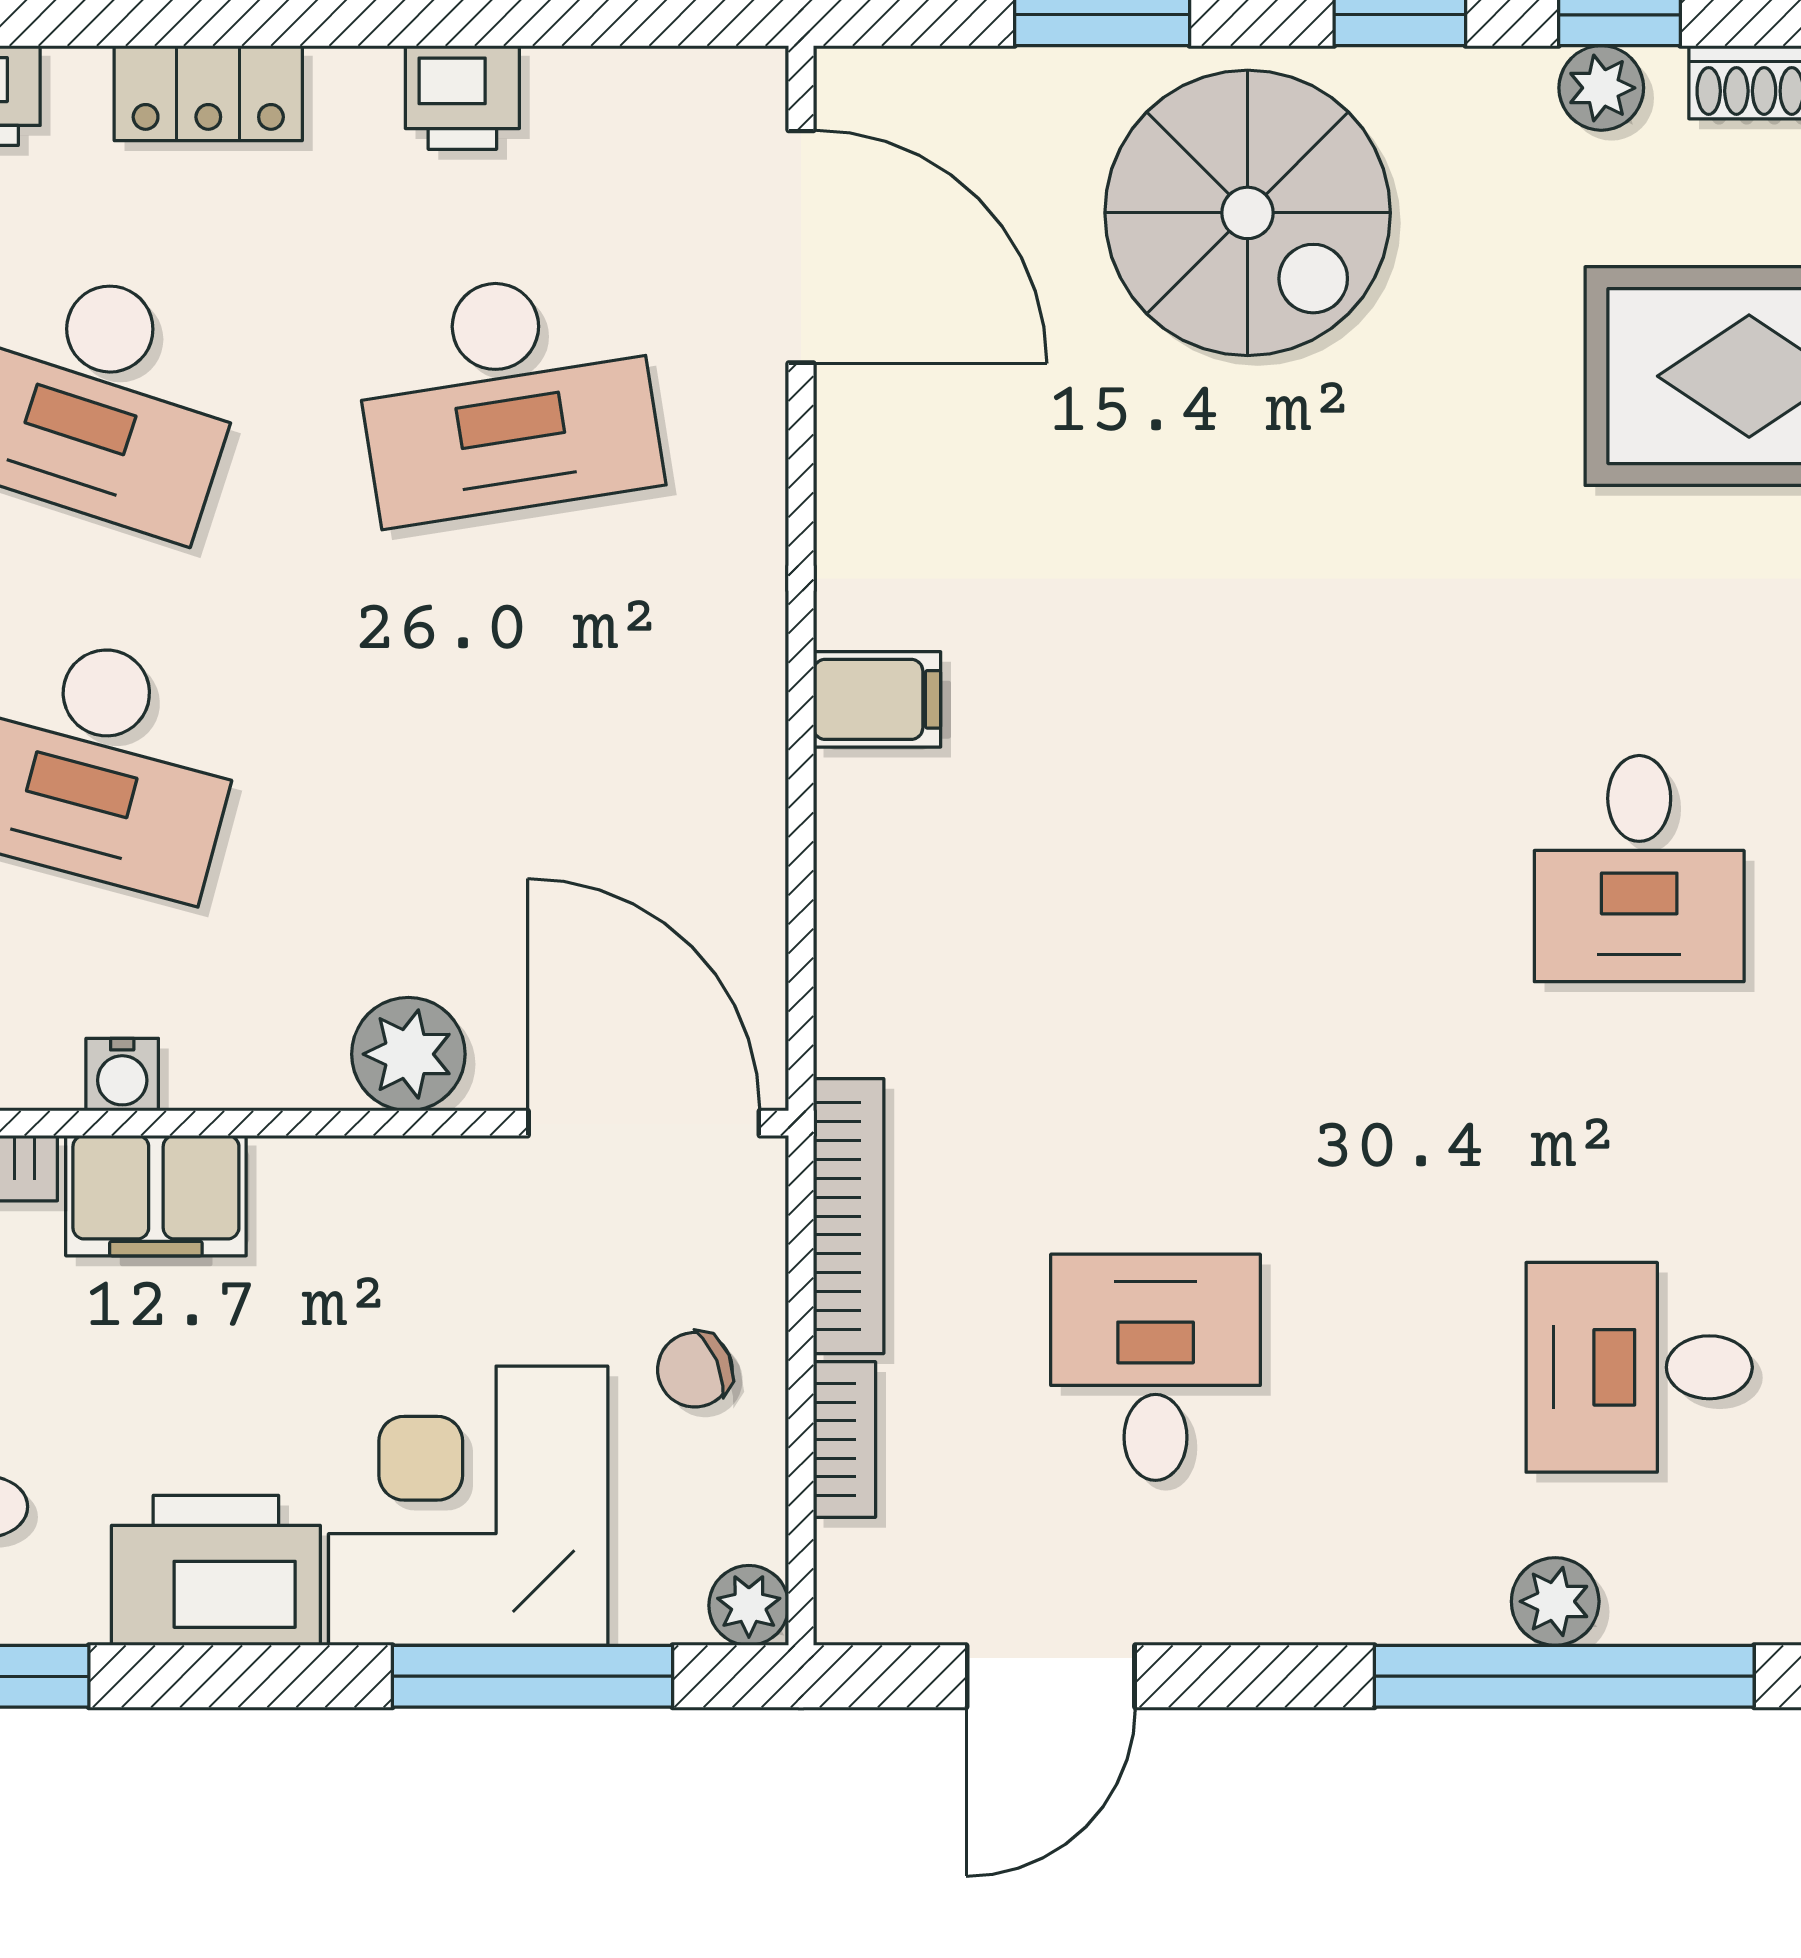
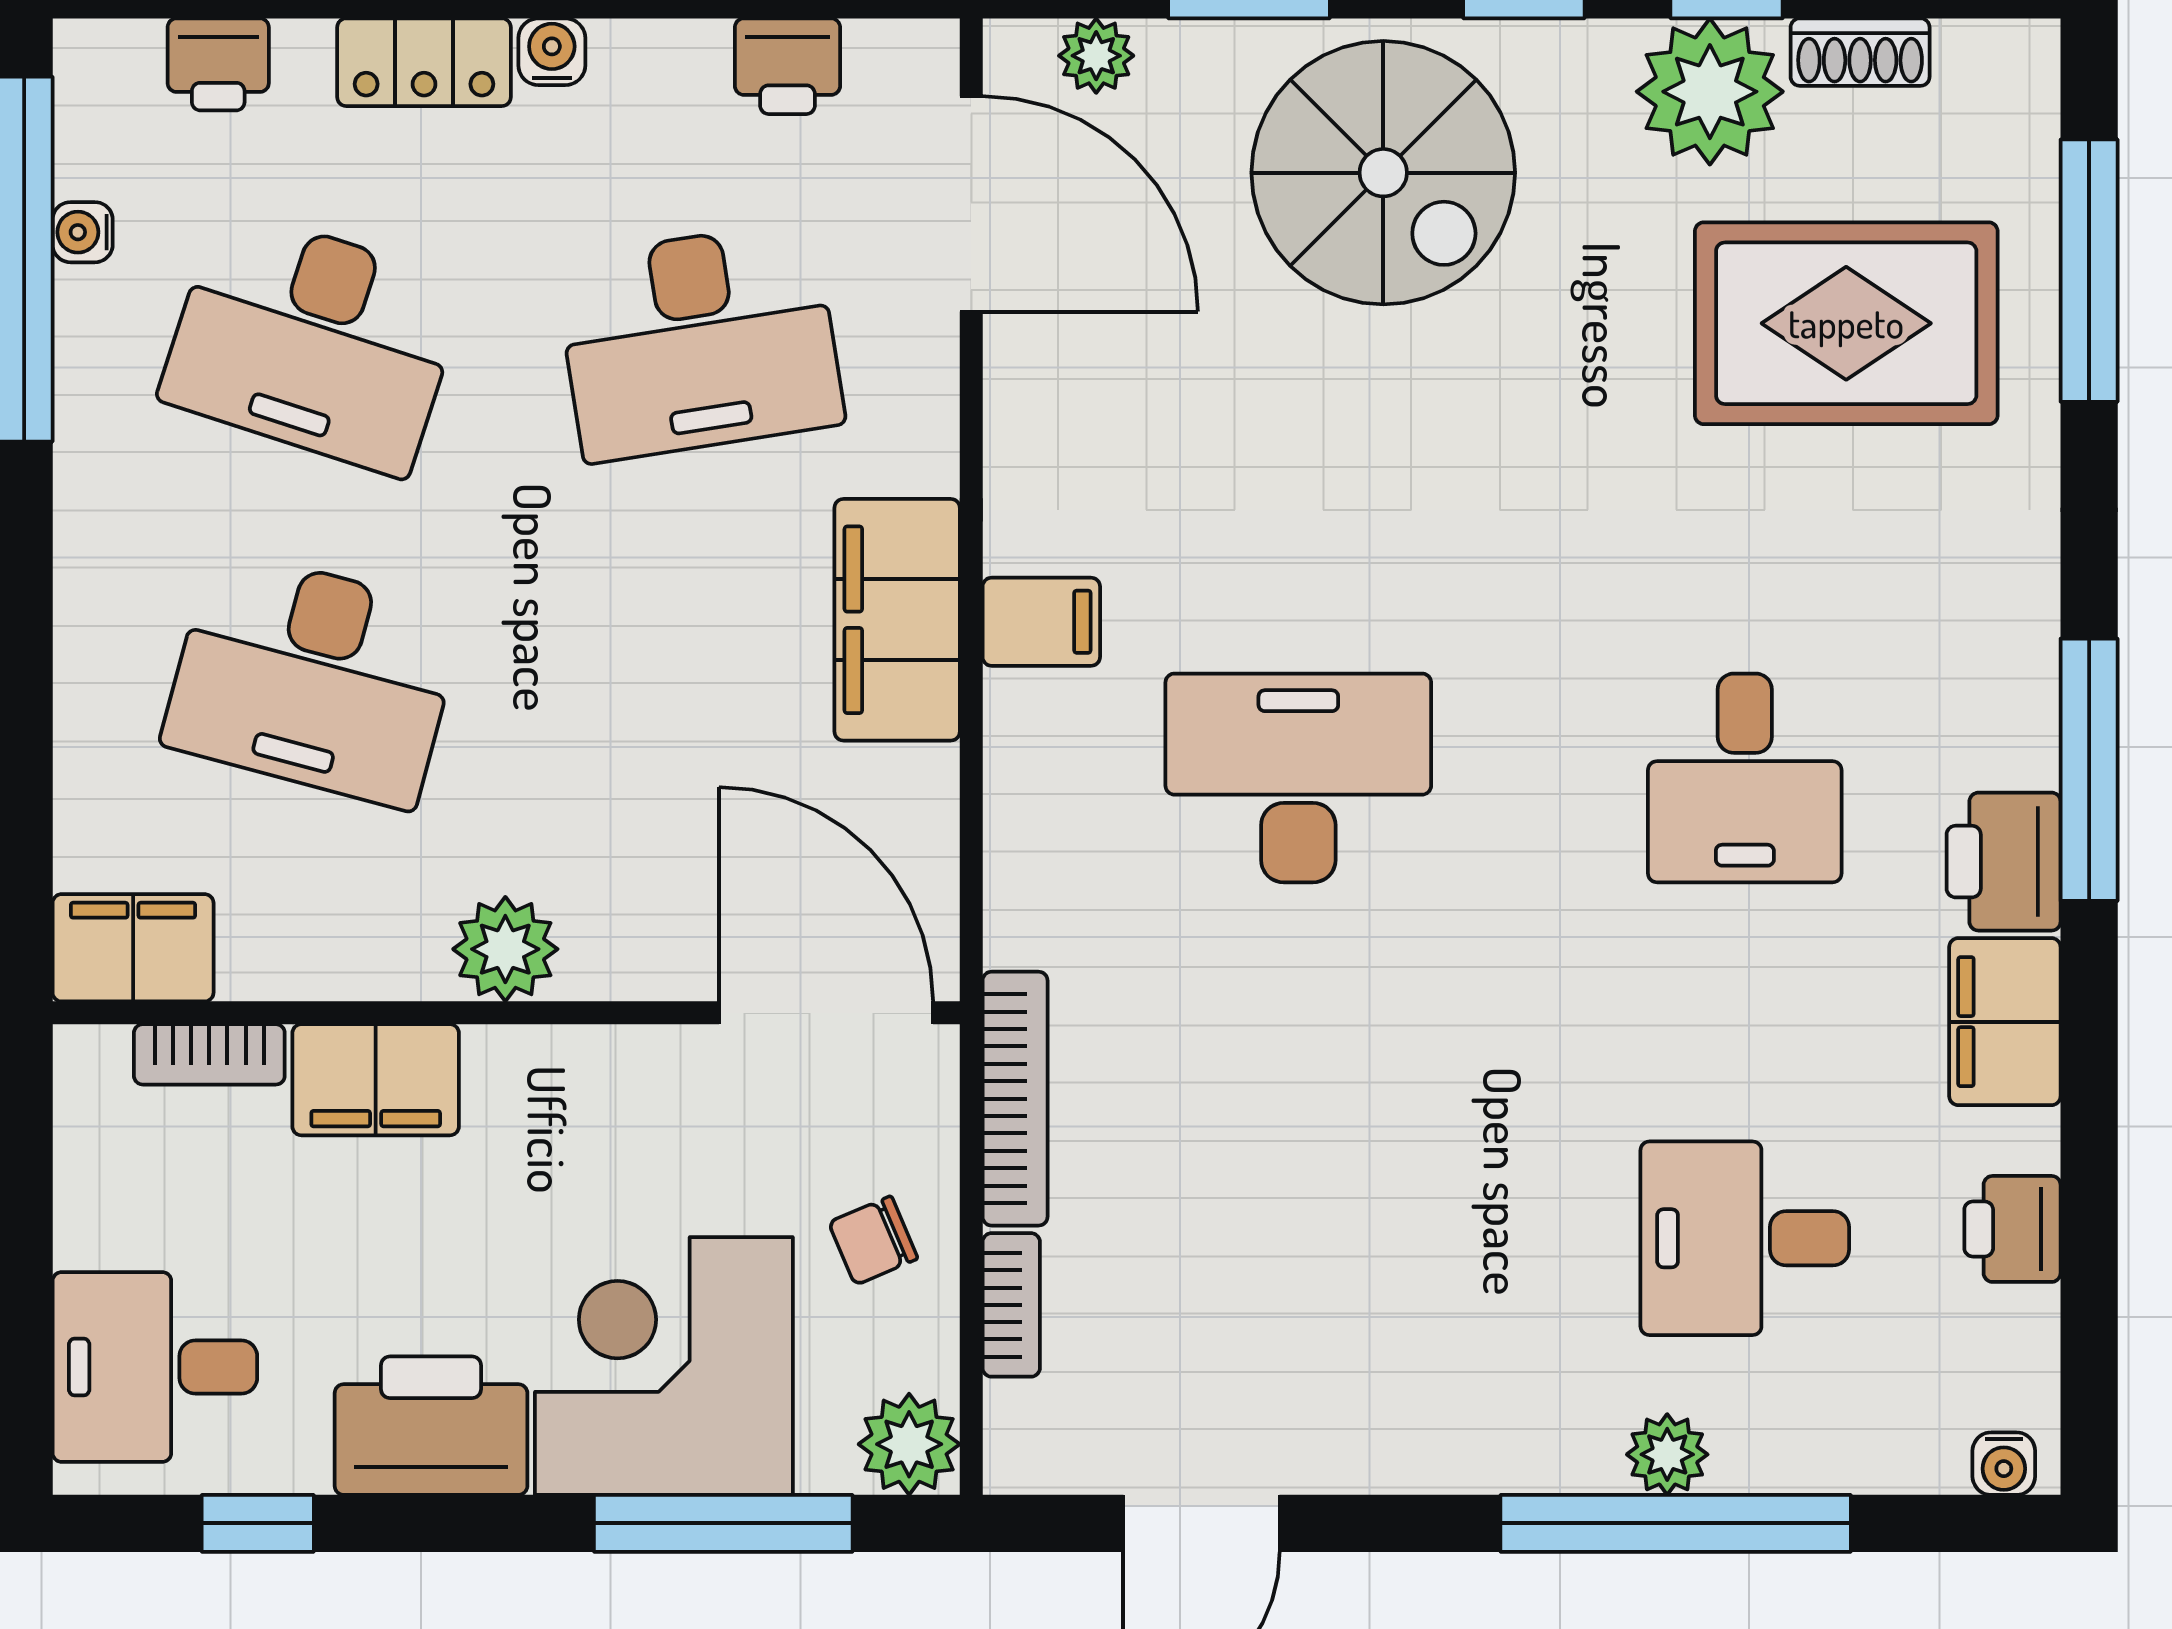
plant: (937, 86) -> (1096, 56), added
plant: (1601, 88) -> (1710, 92), width x1.88, depth x1.88
printer: (462, 97) -> (787, 66), moved
filing cabinet: (721, 697) -> (897, 620), added
plant: (408, 1054) -> (505, 949), moved
water cooler: (122, 1075) -> (552, 52), moved, turned 180
desk: (1156, 1367) -> (1298, 778), moved, width x1.37
plant: (749, 1605) -> (909, 1444), width x1.38, depth x1.38

